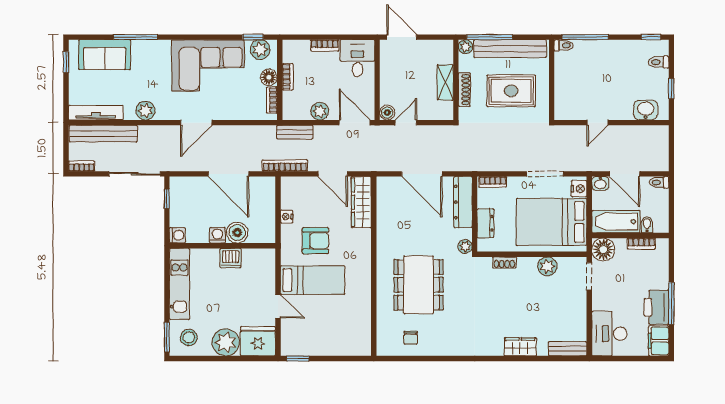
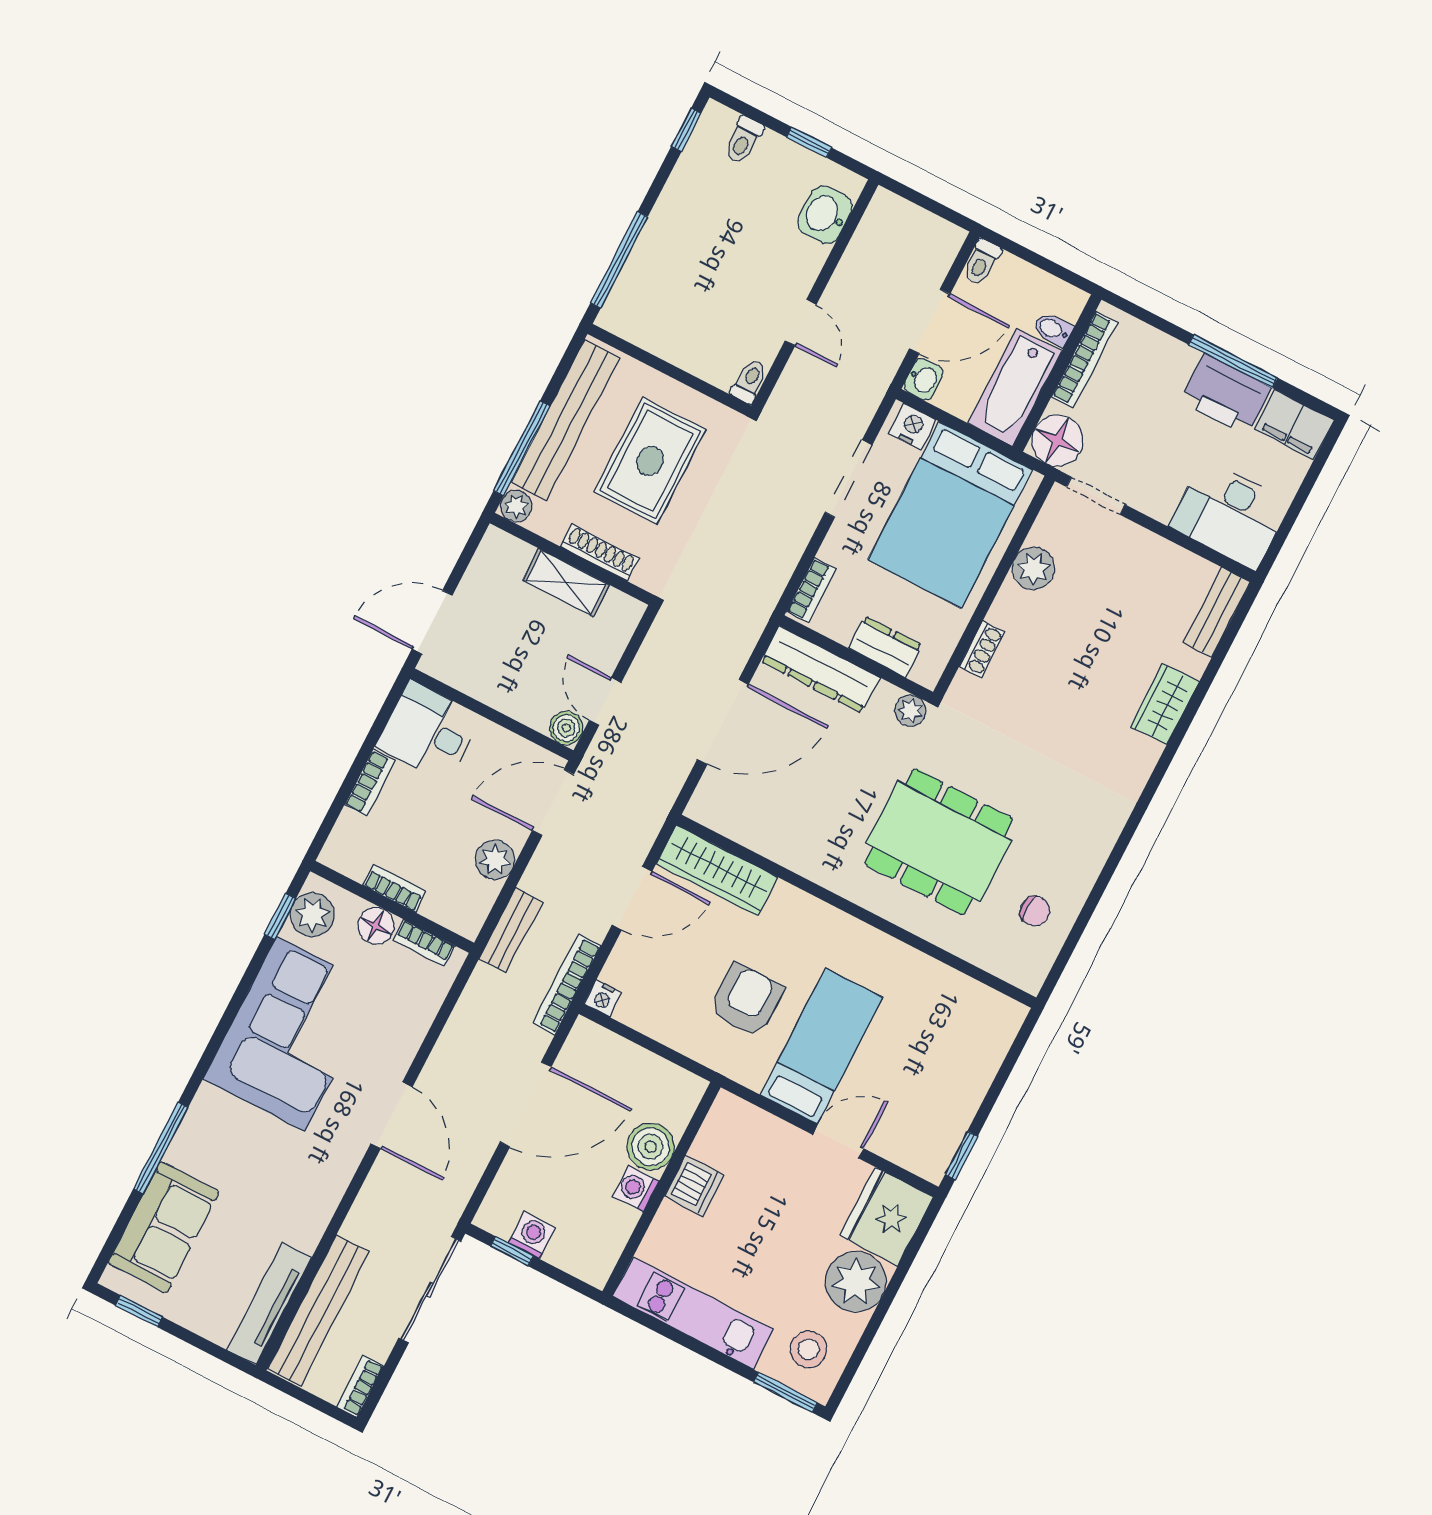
toilet: (564, 45) -> (750, 381), moved
plant: (145, 111) -> (316, 1204), removed
nightstand: (287, 217) -> (603, 998), moved
washing machine: (177, 235) -> (532, 1235), moved
bookcase: (641, 244) -> (1084, 360), width x1.56

